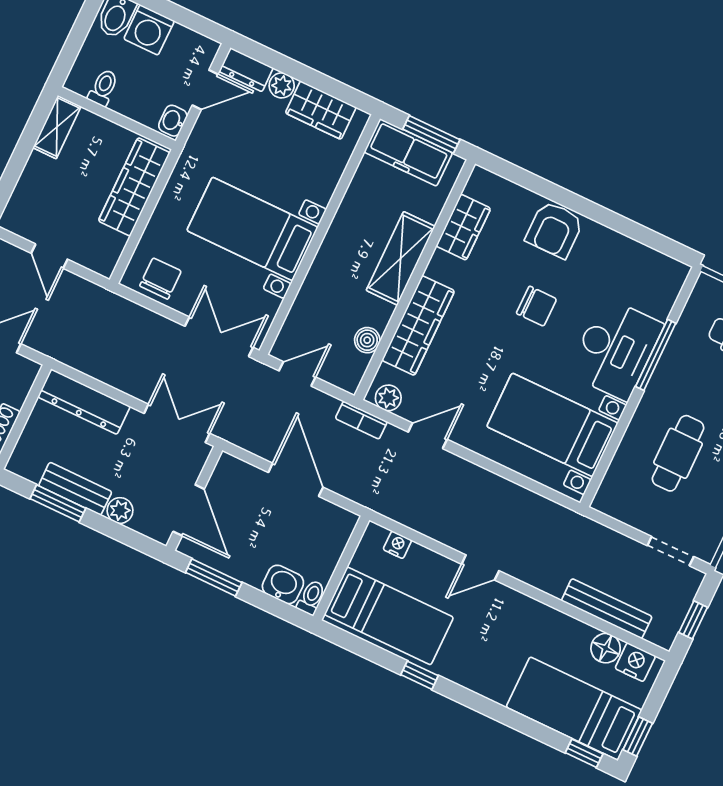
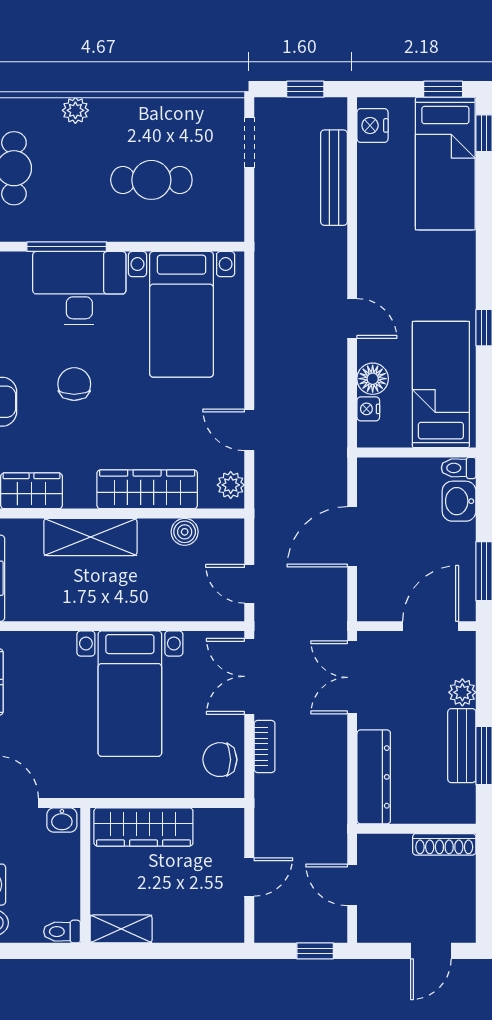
toilet: (103, 88) -> (62, 932), moved
bookcase: (361, 420) -> (265, 747), moved
floor lamp: (606, 648) -> (373, 379), moved

